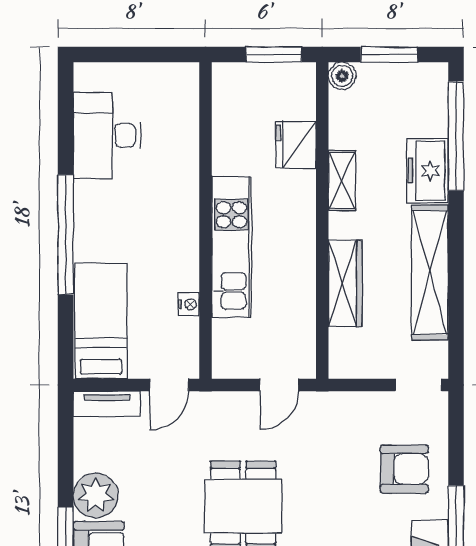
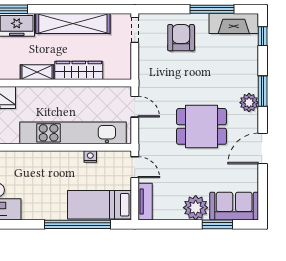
shelving: (342, 180) -> (37, 72), moved
window: (66, 235) -> (78, 224), moved
kitchen unit: (232, 247) -> (73, 133), width x1.36

